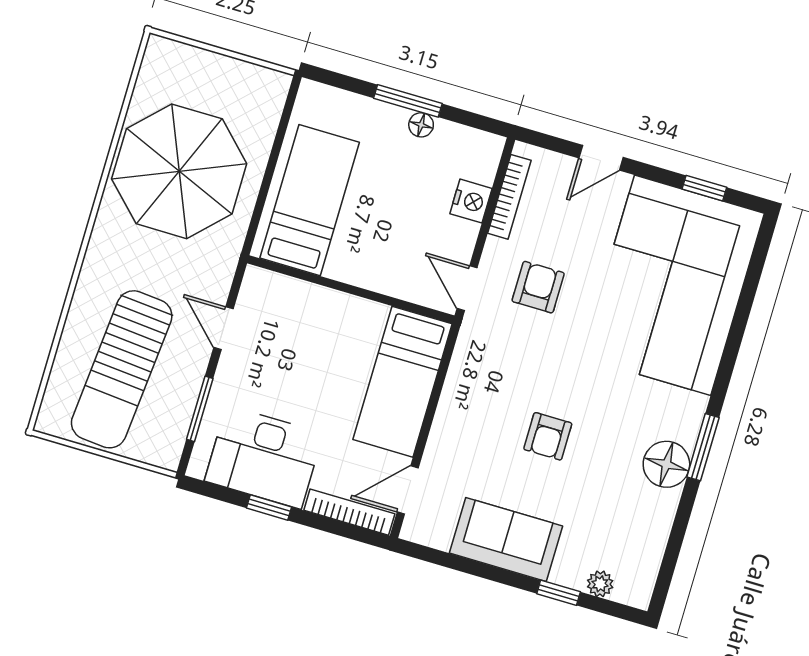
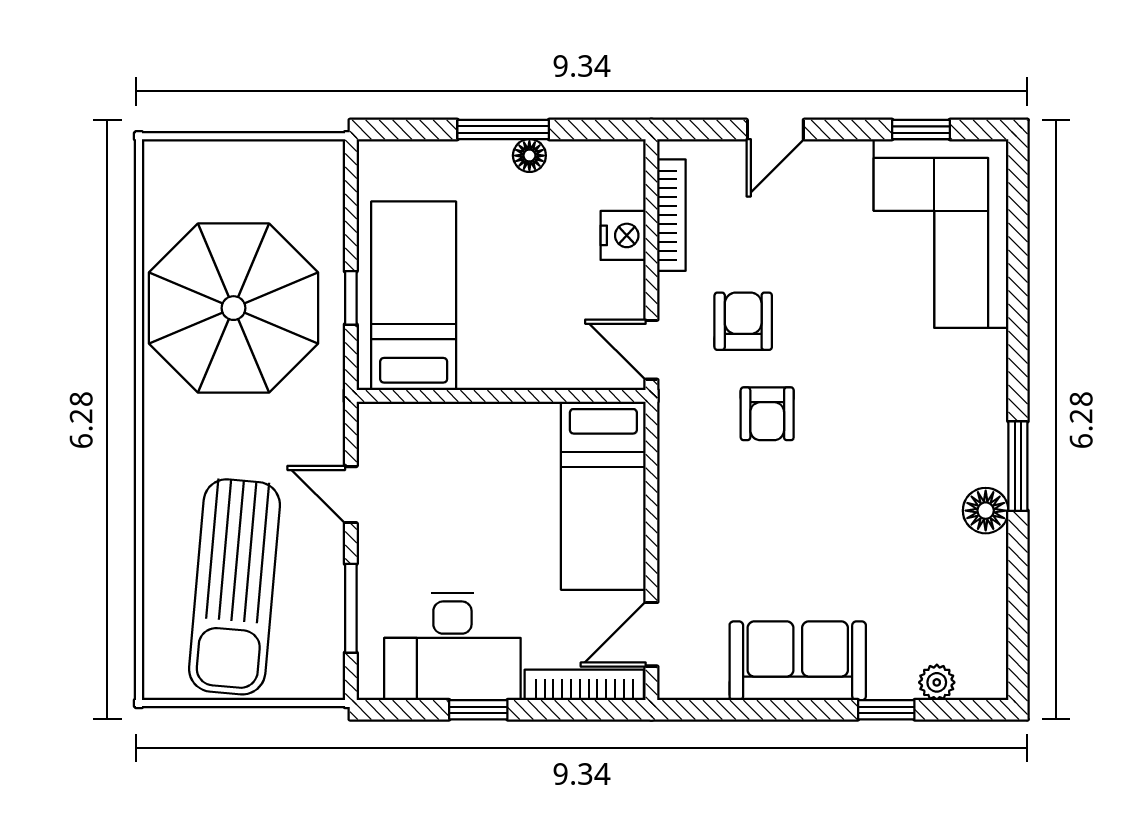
window: (265, 189) -> (351, 298), added
corner sofa: (673, 285) -> (941, 233), width x0.73, depth x0.74
armchair: (548, 436) -> (767, 414), moved
floor lamp: (666, 464) -> (986, 511), width x0.73, depth x0.73

